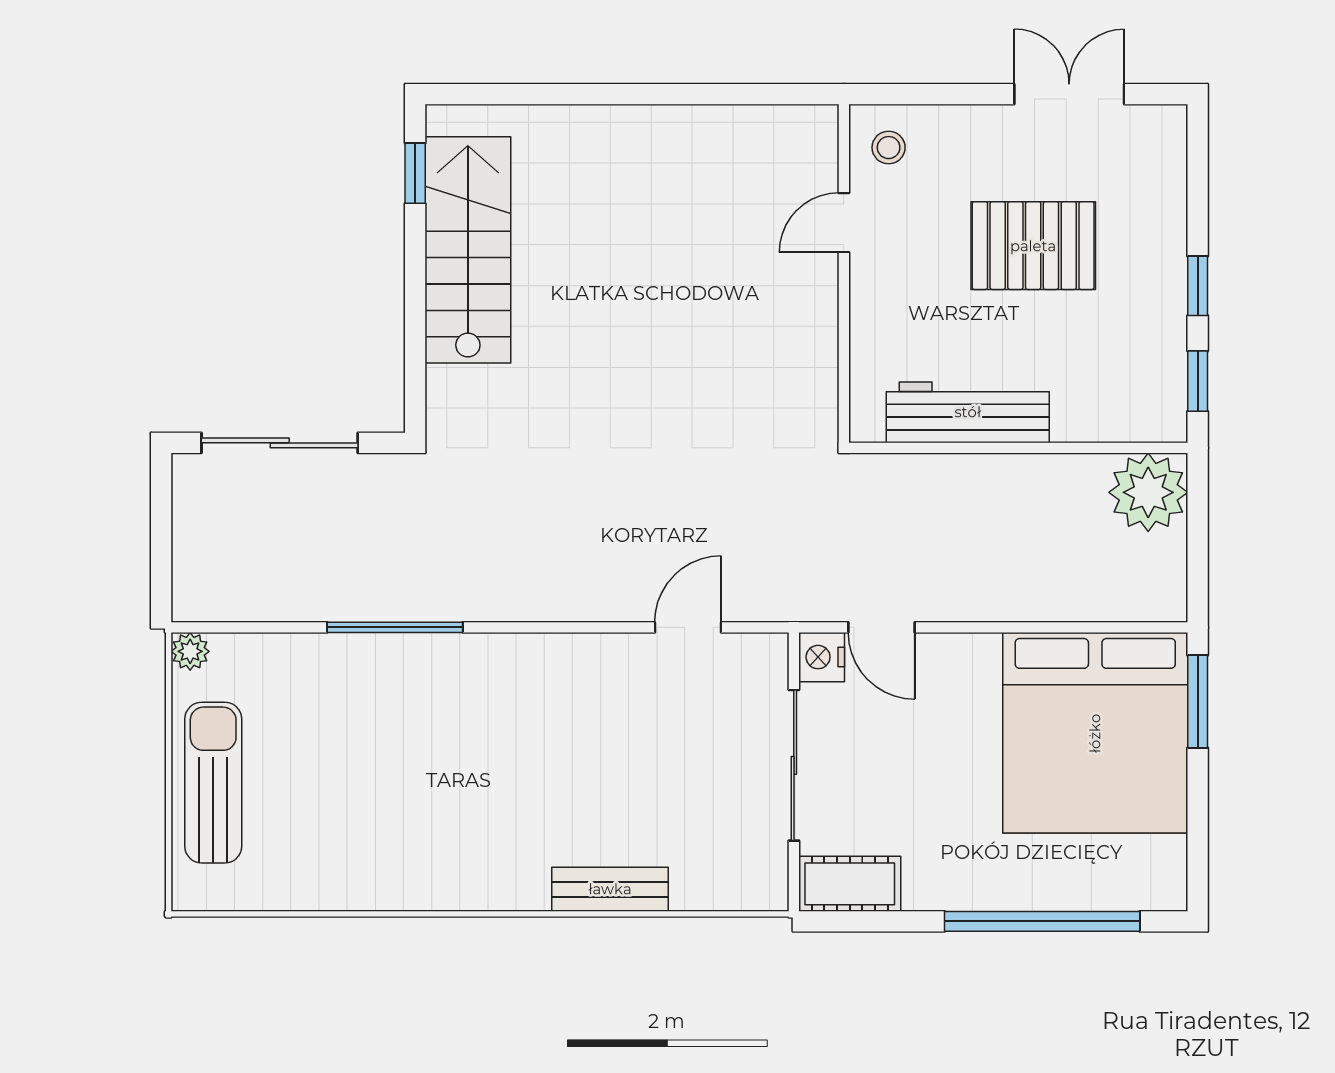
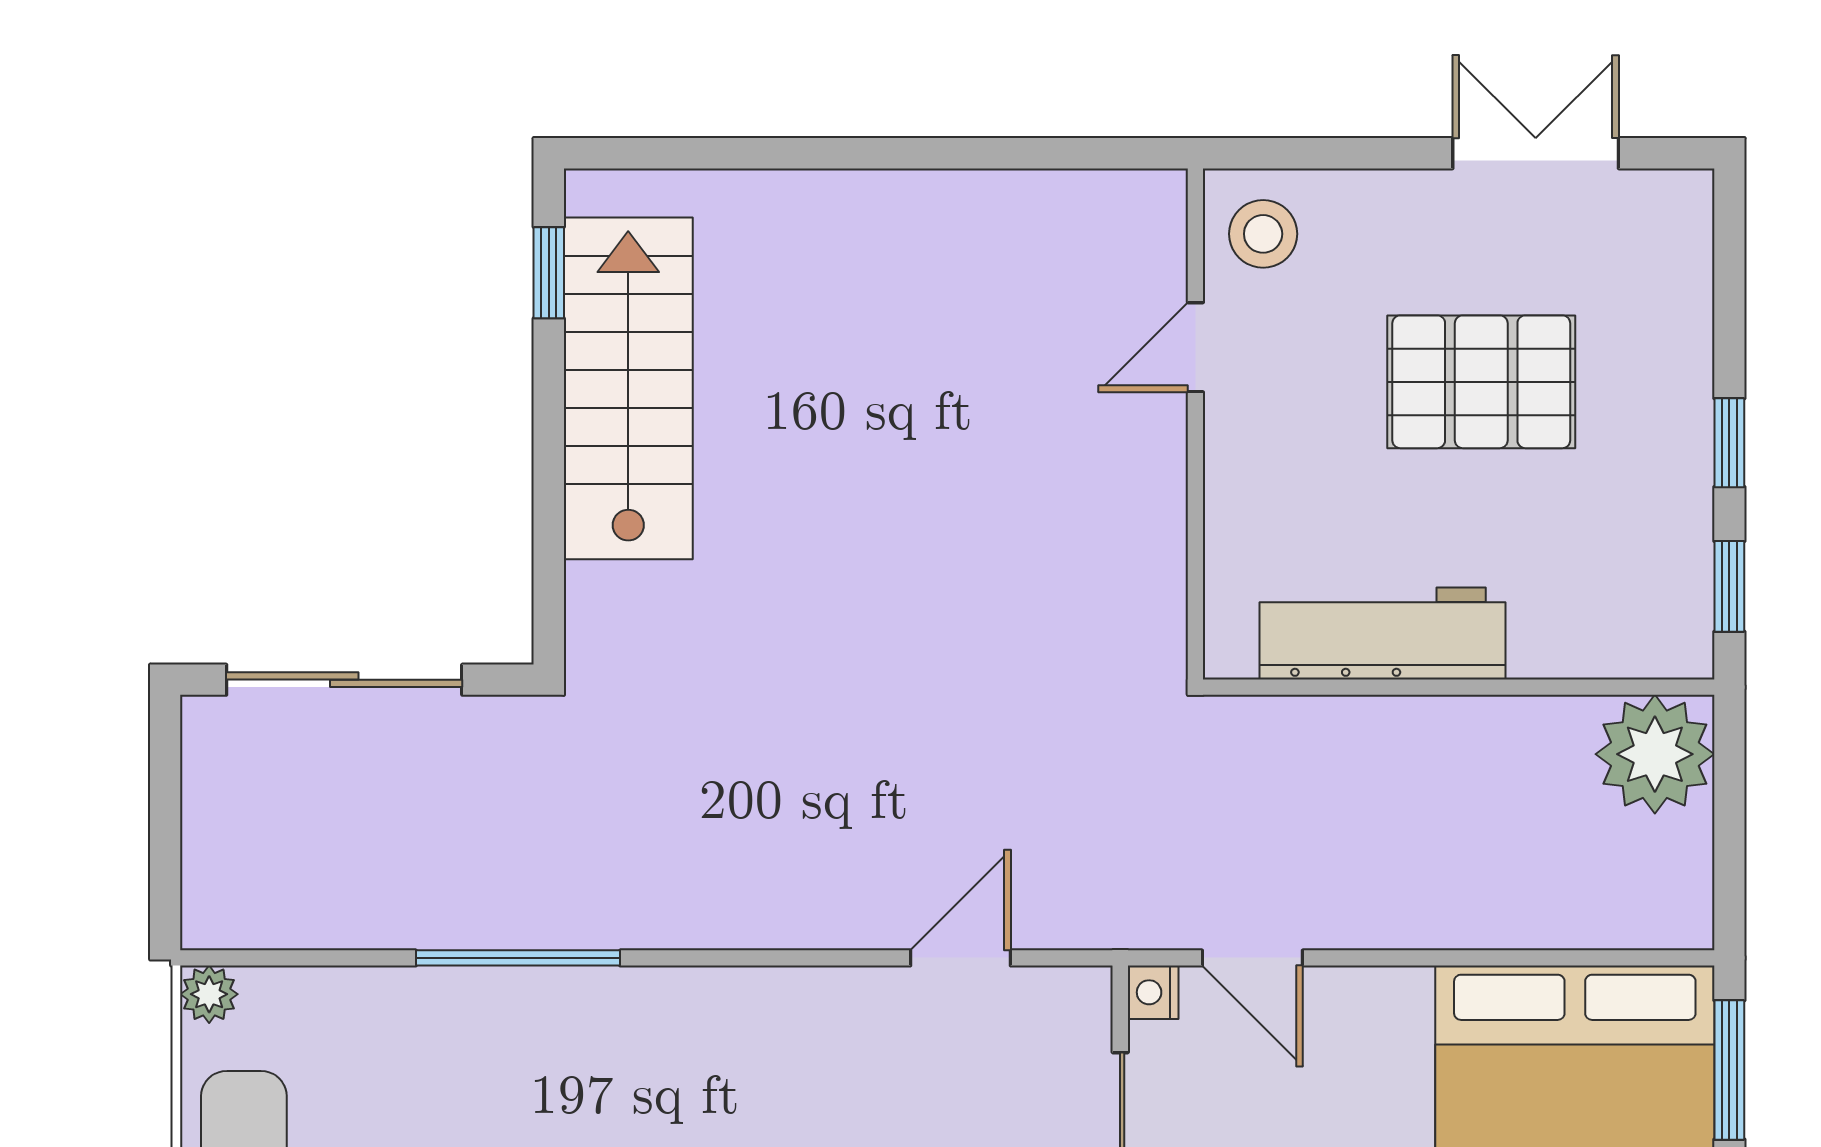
stool: (889, 148) -> (1263, 234), width x1.37, depth x1.37
nightstand: (822, 657) -> (1153, 992), width x0.72, depth x0.74

